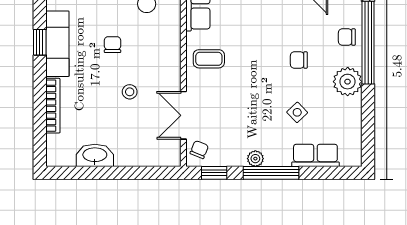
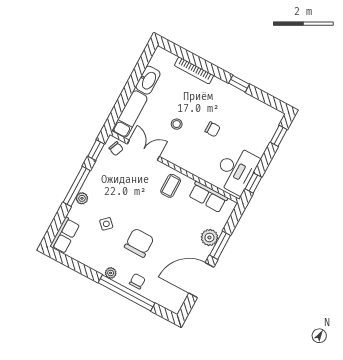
exam couch: (57, 44) -> (130, 114), moved, turned -90
chair: (299, 60) -> (139, 243), width x1.87, depth x1.87
plant: (348, 82) -> (111, 273), width x0.53, depth x0.53
row of seats: (315, 155) -> (65, 235), moved
plant: (255, 159) -> (82, 198), moved

